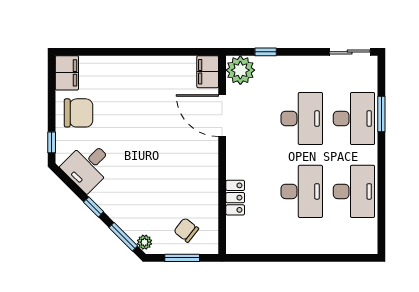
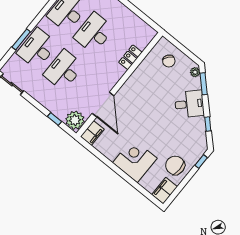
corner desk: (131, 80) -> (135, 161), added
desk: (88, 166) -> (189, 104), moved
window: (94, 207) -> (208, 124), moved
window: (182, 258) -> (182, 49), removed

